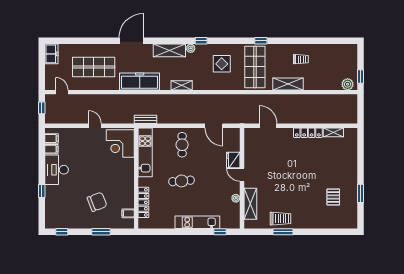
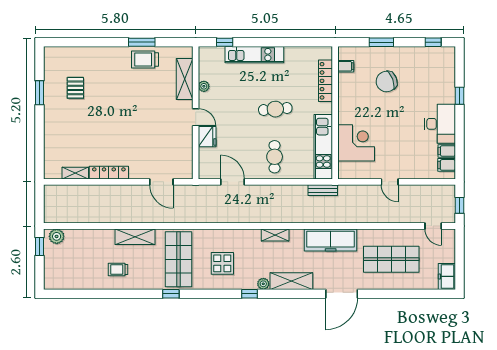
corner desk: (120, 143) -> (356, 143), moved

